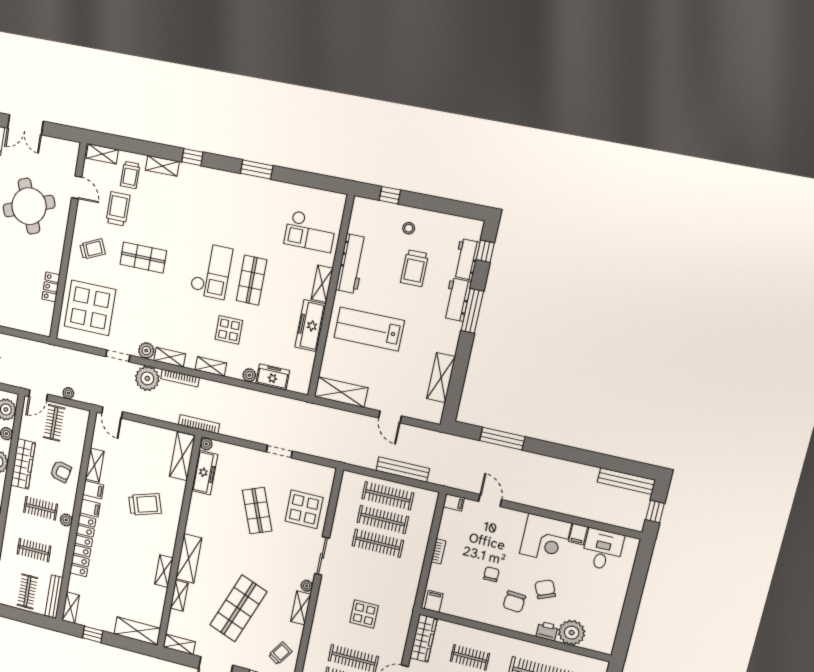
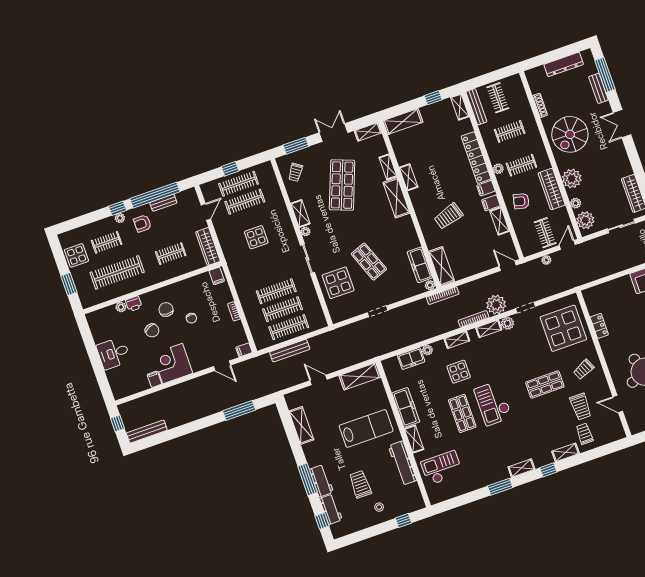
shelving: (102, 154) -> (521, 468), moved
desk: (603, 550) -> (114, 353), moved, turned 90
plant: (572, 633) -> (121, 307), width x0.53, depth x0.53

